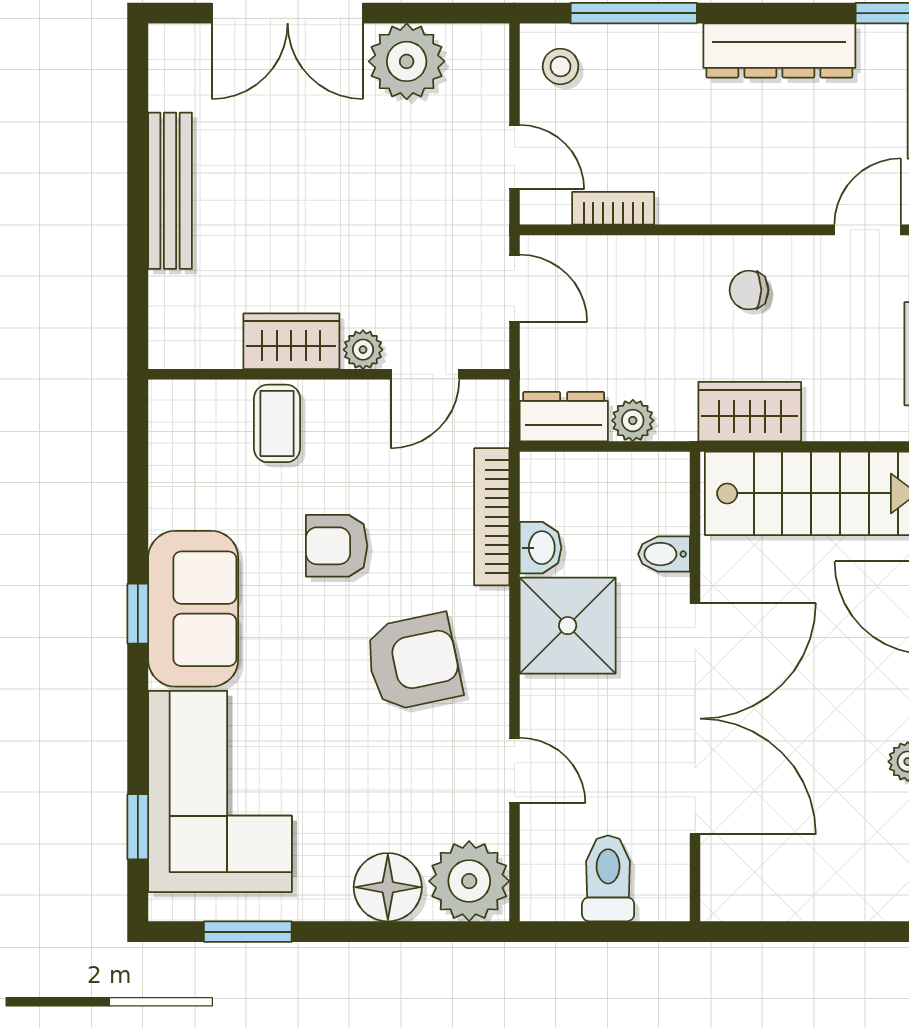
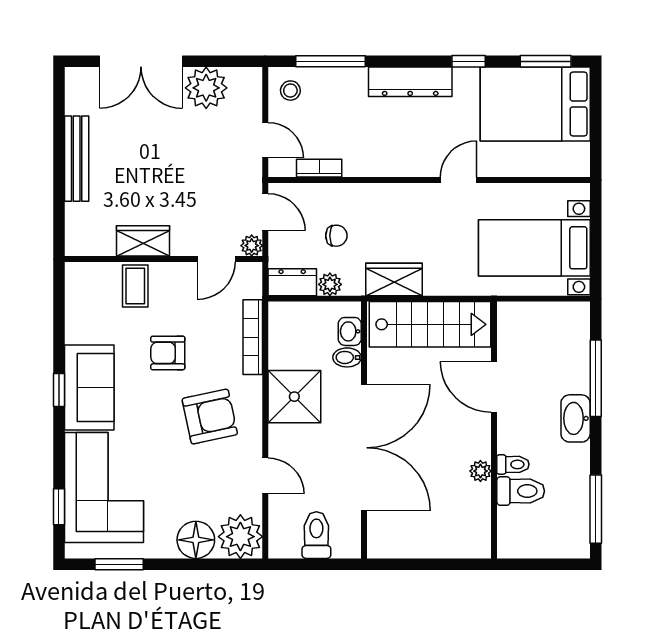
chair: (749, 290) -> (336, 236), moved, turned 180
plant: (363, 350) -> (252, 246), moved
washbasin: (541, 548) -> (350, 331), moved, turned 180

